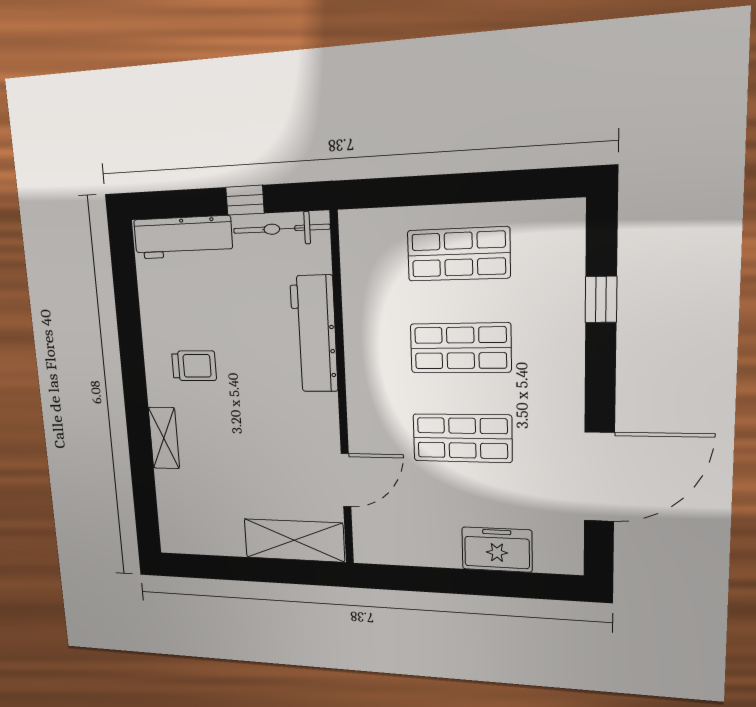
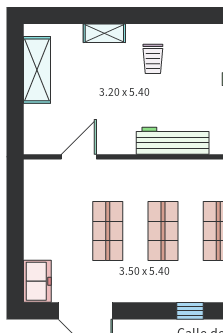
door: (346, 480) -> (79, 157), swing flipped
shelving: (294, 540) -> (37, 70), moved
freezer: (497, 550) -> (37, 281), moved

